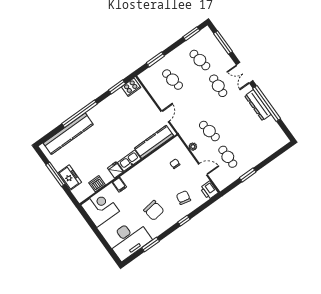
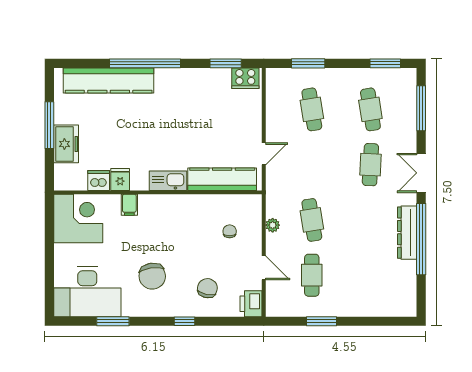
fridge: (115, 170) -> (120, 179), moved

